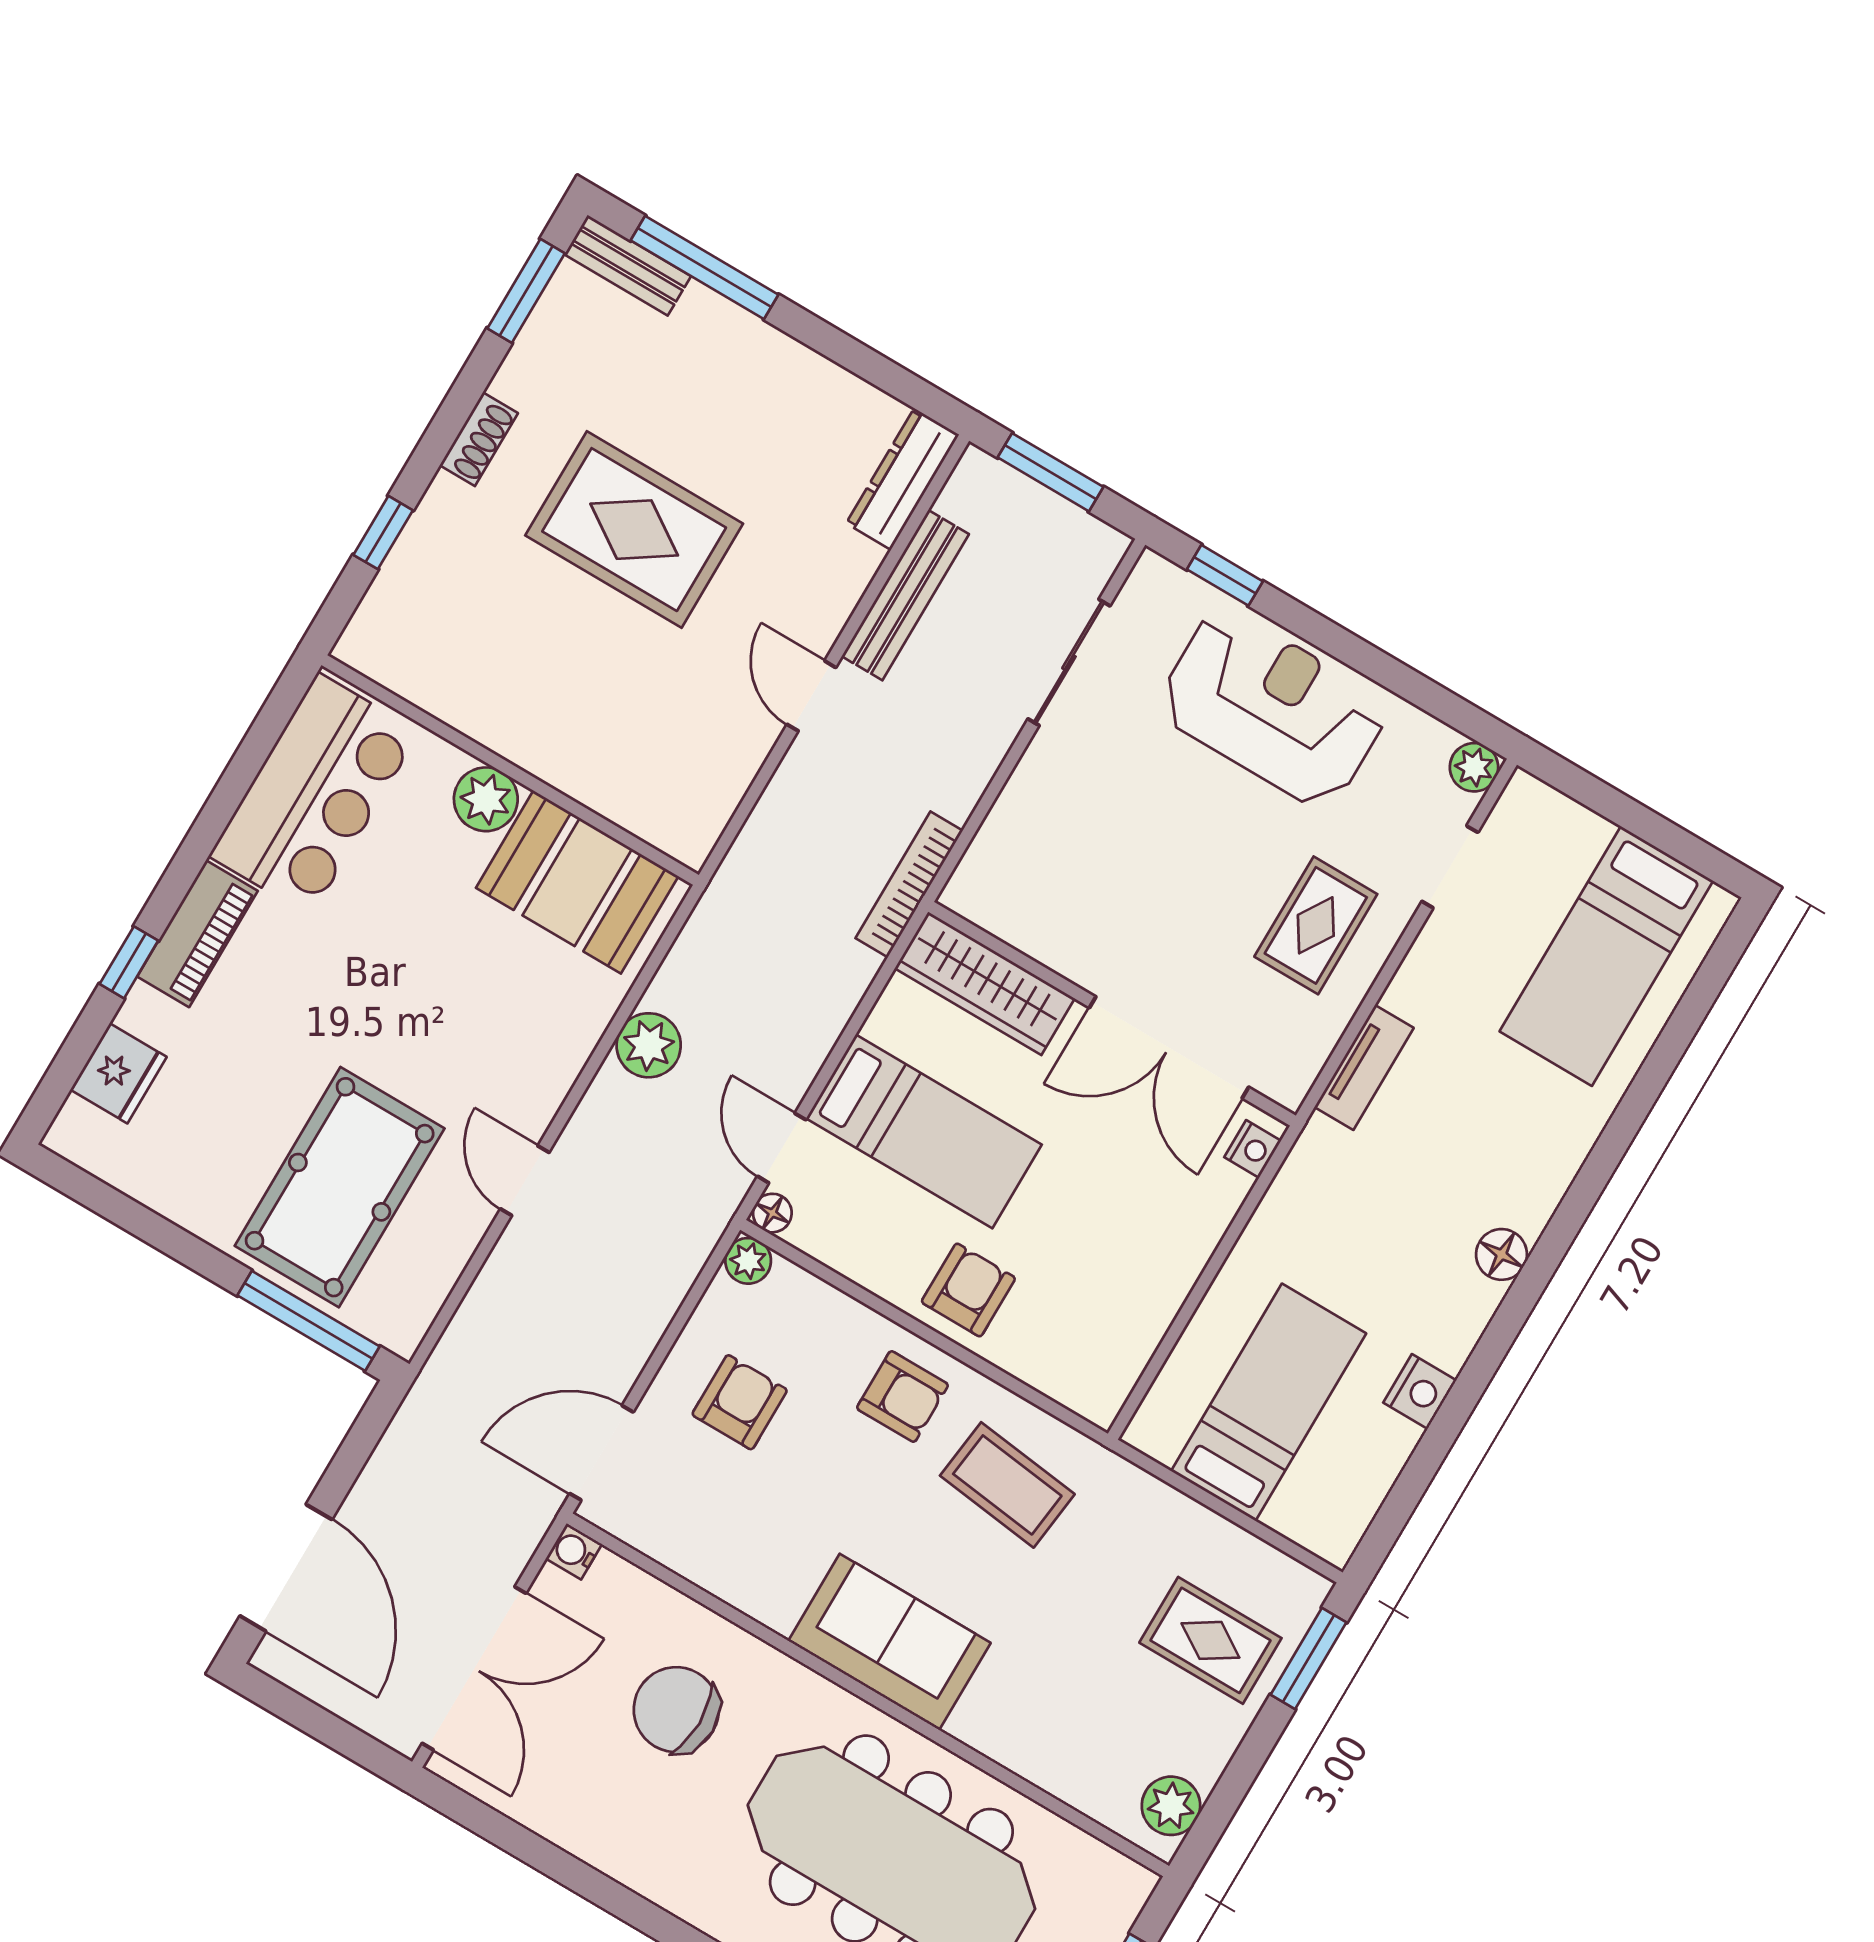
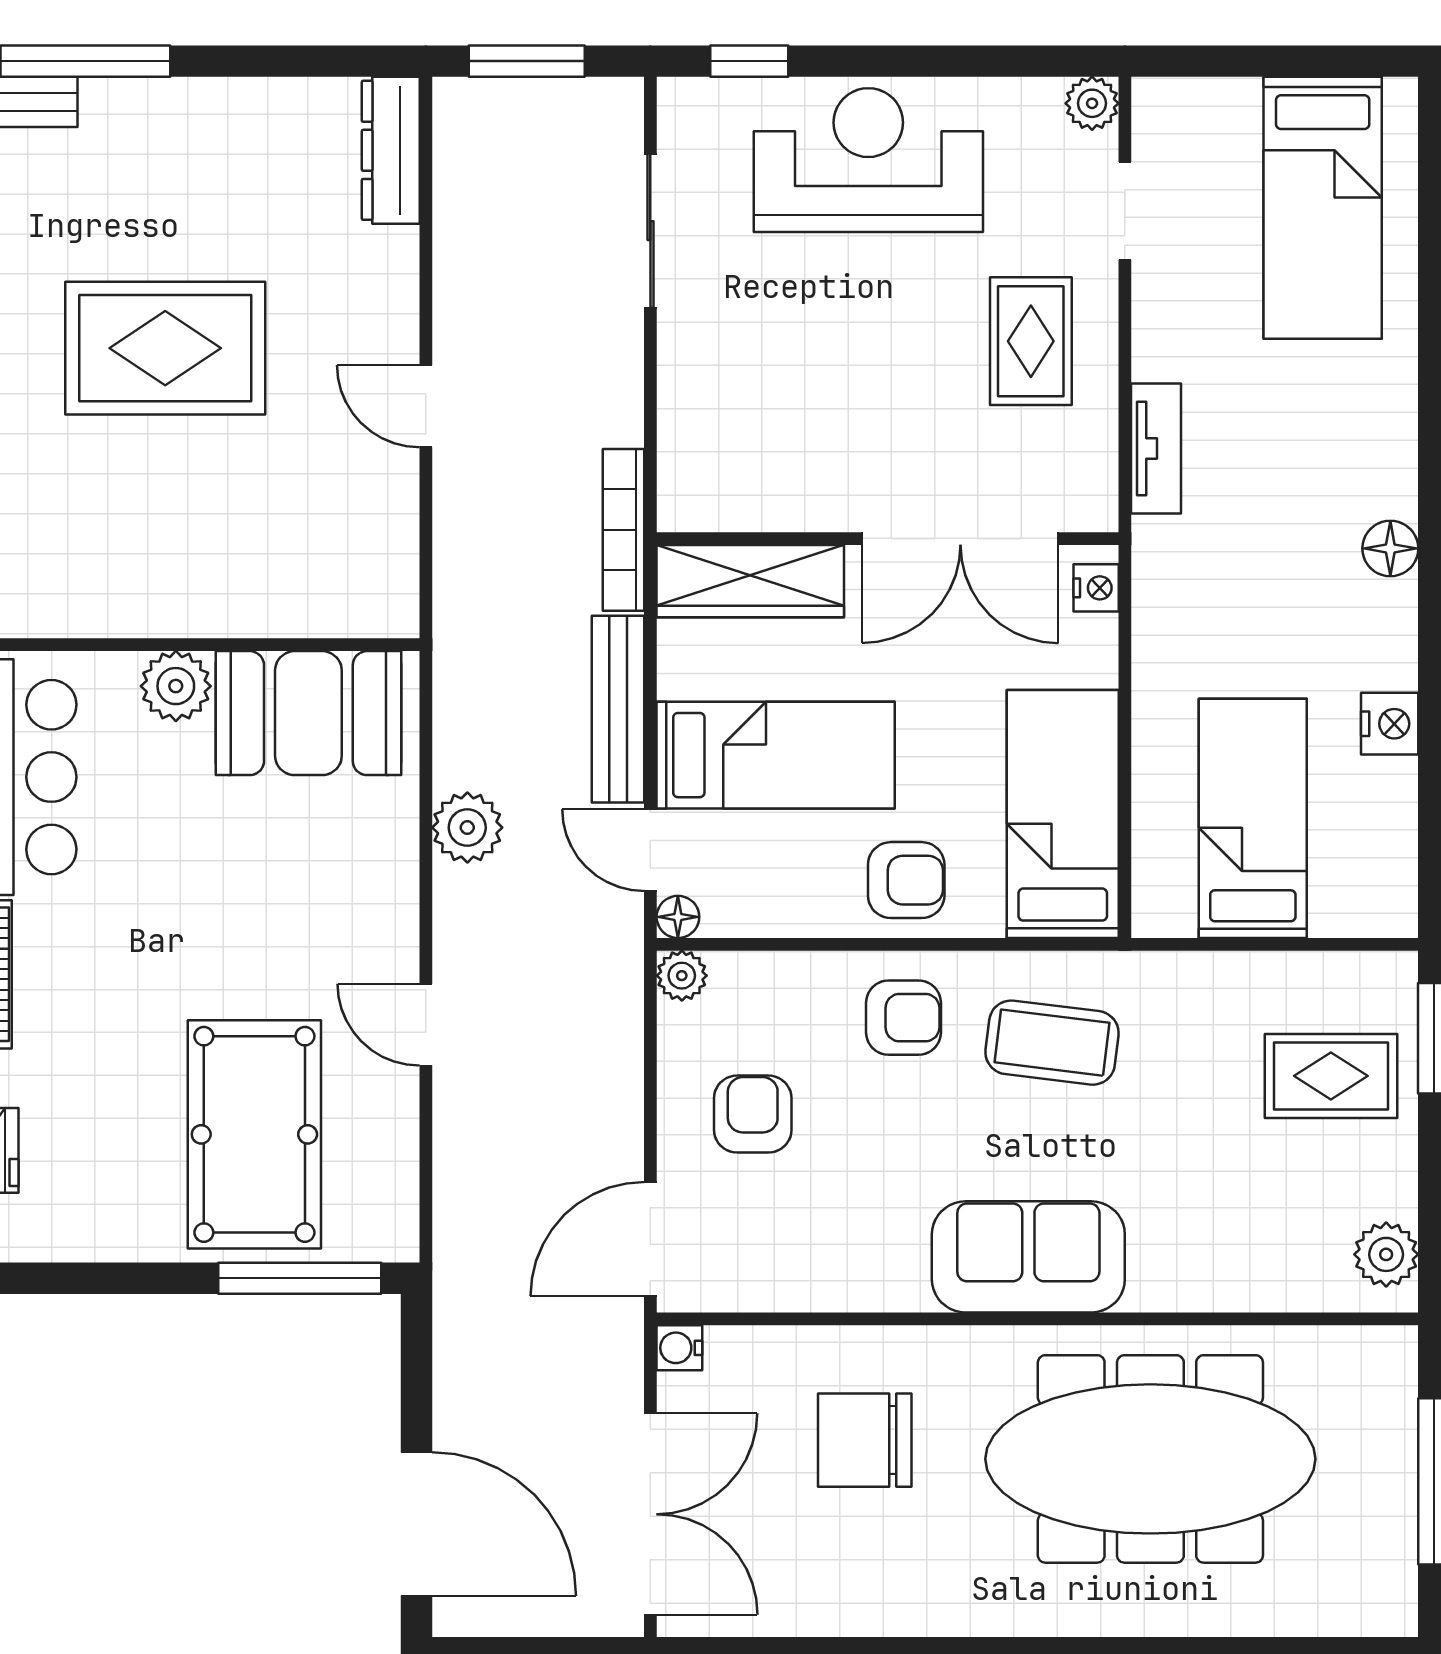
bench: (905, 595) -> (618, 709), moved
armchair: (968, 1290) -> (906, 880), turned 90
bed: (1122, 1311) -> (1063, 814), added

